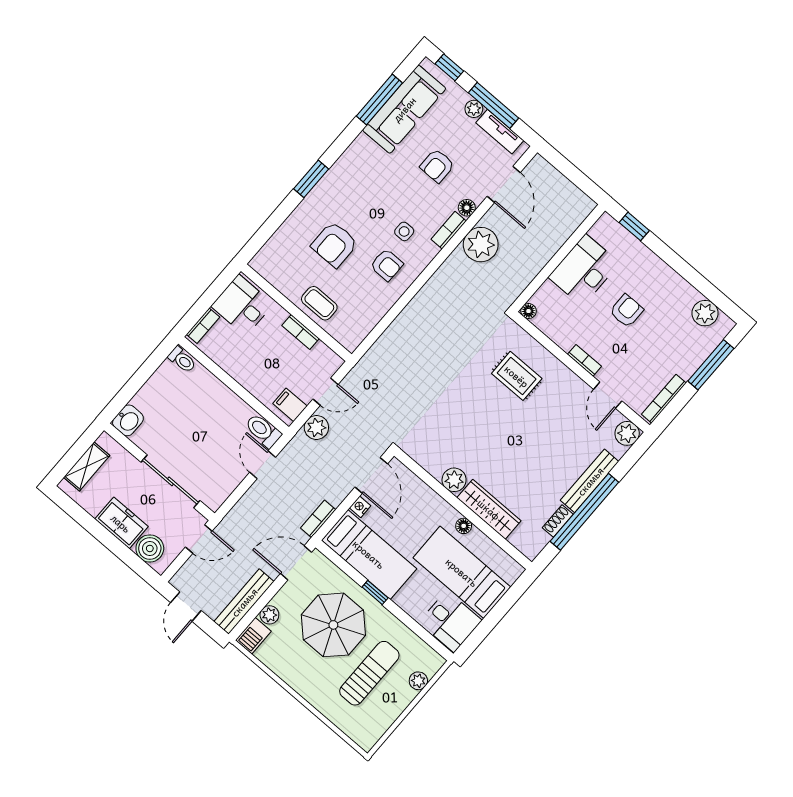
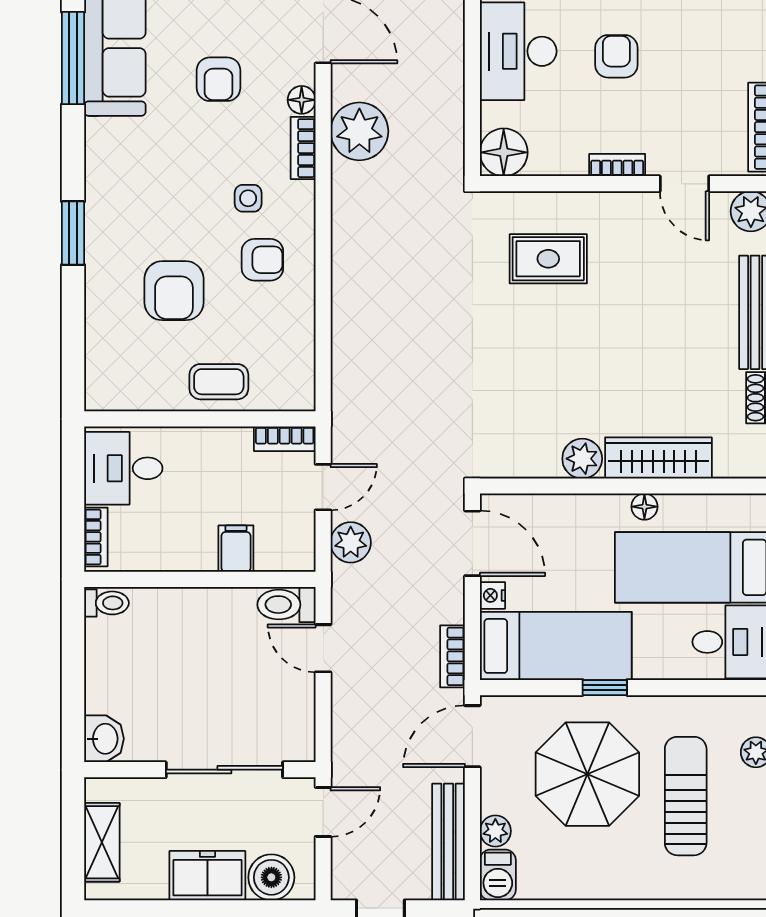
floor lamp: (529, 311) -> (504, 152), width x1.89, depth x1.89
bookcase: (300, 332) -> (285, 439), moved
filing cabinet: (290, 405) -> (236, 549), moved, turned 90

